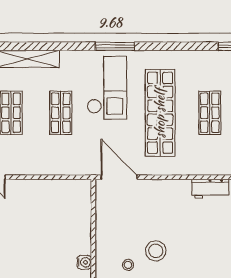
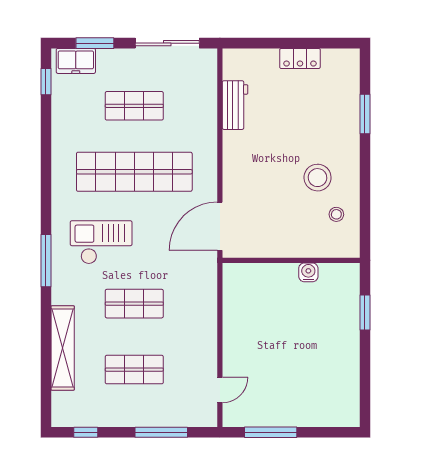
window: (115, 46) -> (46, 261), moved
checkout: (107, 88) -> (101, 242), width x0.73, depth x0.83
water cooler: (84, 262) -> (308, 272), moved

